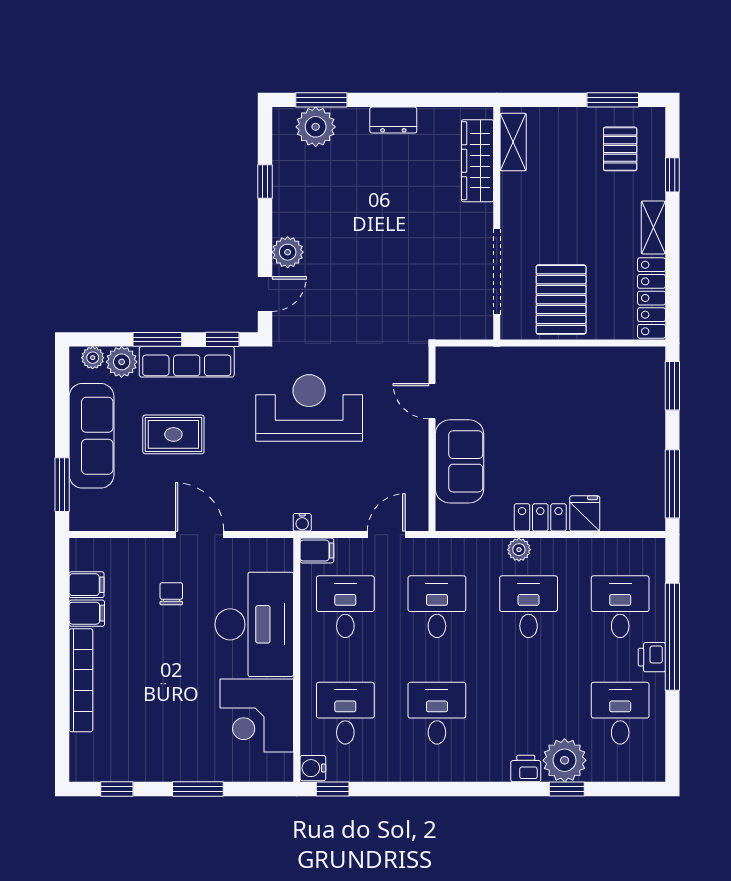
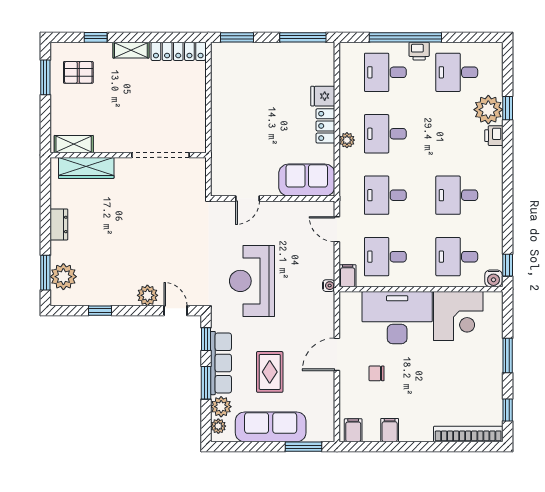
pallet: (561, 300) -> (179, 112), removed
sofa: (460, 461) -> (307, 180), moved
filing cabinet: (87, 585) -> (353, 430), moved
bookcase: (81, 680) -> (468, 434), moved

